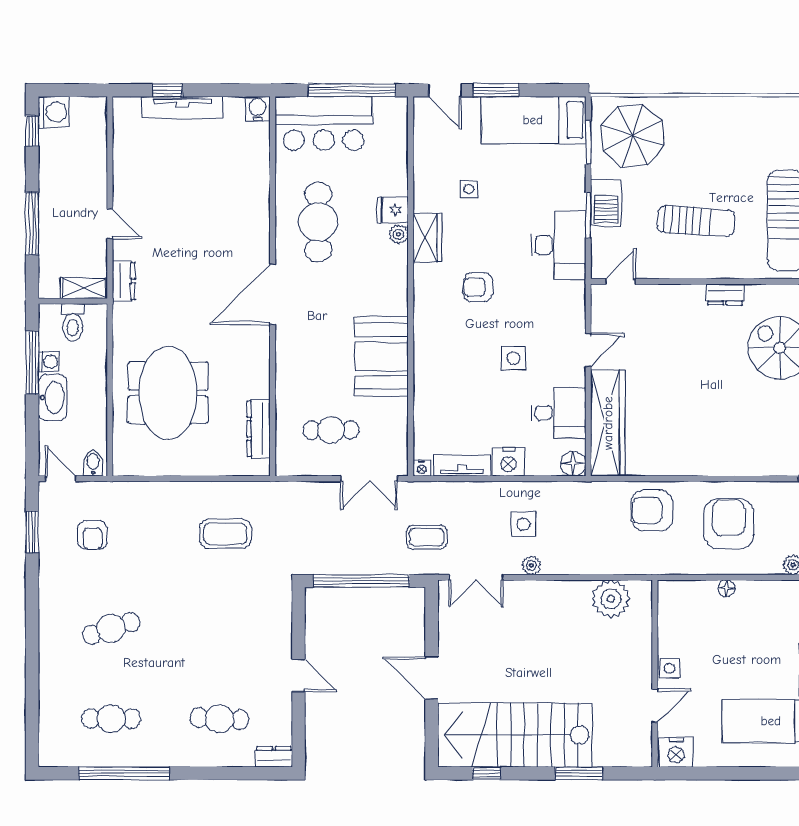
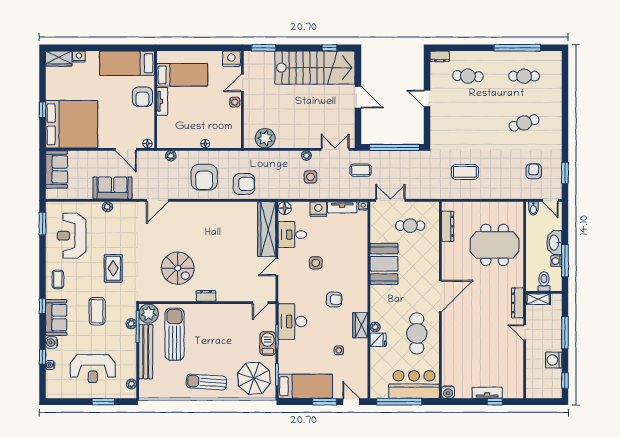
tv unit: (182, 107) -> (487, 393), width x0.71
washing machine: (54, 112) -> (554, 360), moved
sun lounger: (696, 221) -> (206, 382), moved
dresser: (124, 281) -> (518, 303), width x1.44
meeting table: (168, 393) -> (495, 245), turned 90
window: (579, 773) -> (264, 48), moved

